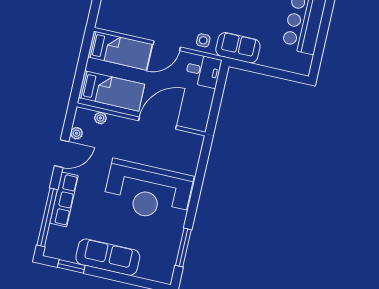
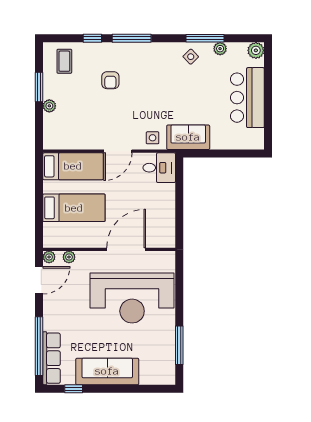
plant: (100, 118) -> (69, 257), moved
wall: (141, 119) -> (109, 249), moved
door: (158, 123) -> (126, 249), moved
row of seats: (64, 199) -> (52, 358), moved
window: (71, 266) -> (74, 389), width x0.67

